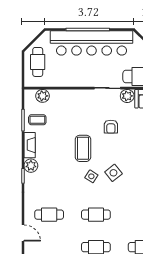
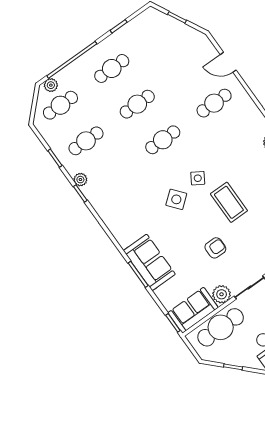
armchair: (111, 127) -> (215, 248), turned 90

